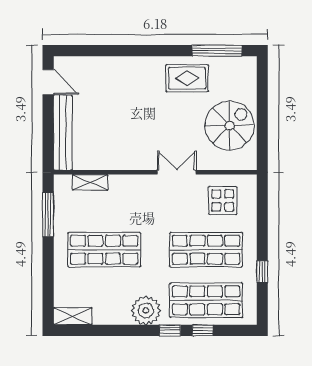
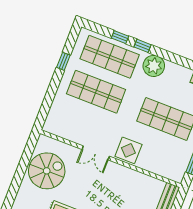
spiral stairs: (230, 126) -> (47, 171), turned 180
shelving: (90, 182) -> (158, 169), removed
display table: (223, 200) -> (128, 150), moved

